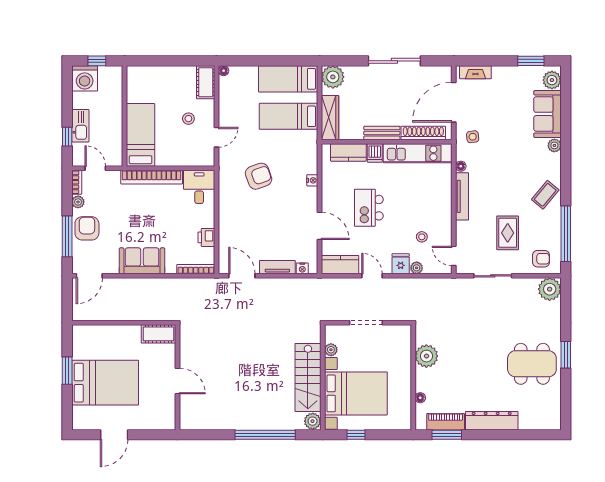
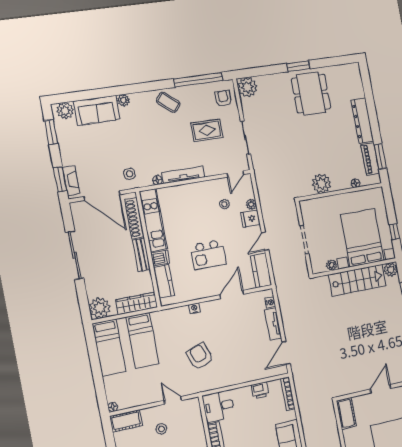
window: (479, 61) -> (60, 179), added

